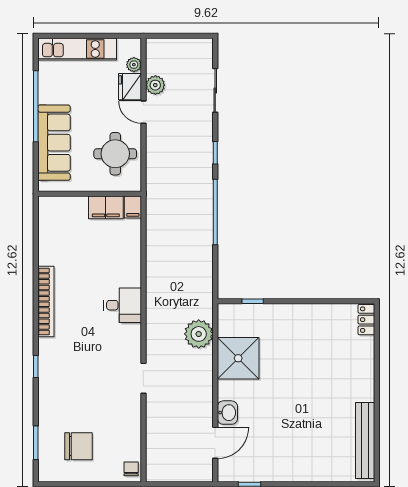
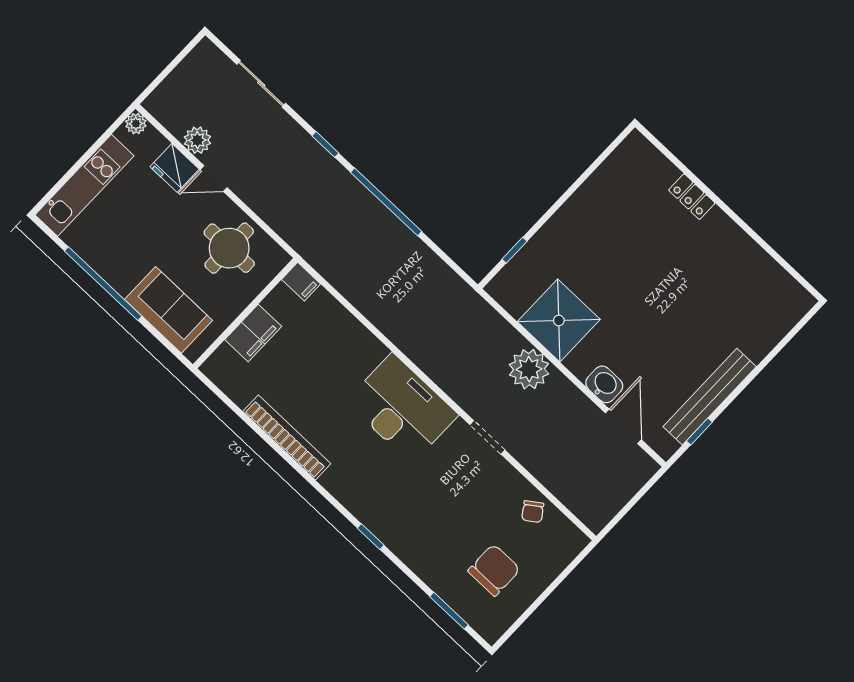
plant: (134, 65) -> (136, 124), moved
sofa: (54, 143) -> (169, 310), width x0.73
filing cabinet: (106, 207) -> (253, 333), moved
bookcase: (46, 301) -> (287, 437), moved
desk: (123, 305) -> (402, 408), width x1.87, depth x1.30
locker: (366, 320) -> (692, 197), moved
plant: (199, 334) -> (529, 369), moved
bench: (365, 440) -> (710, 397), moved, turned 90
chair: (131, 469) -> (533, 512), moved, turned -125

